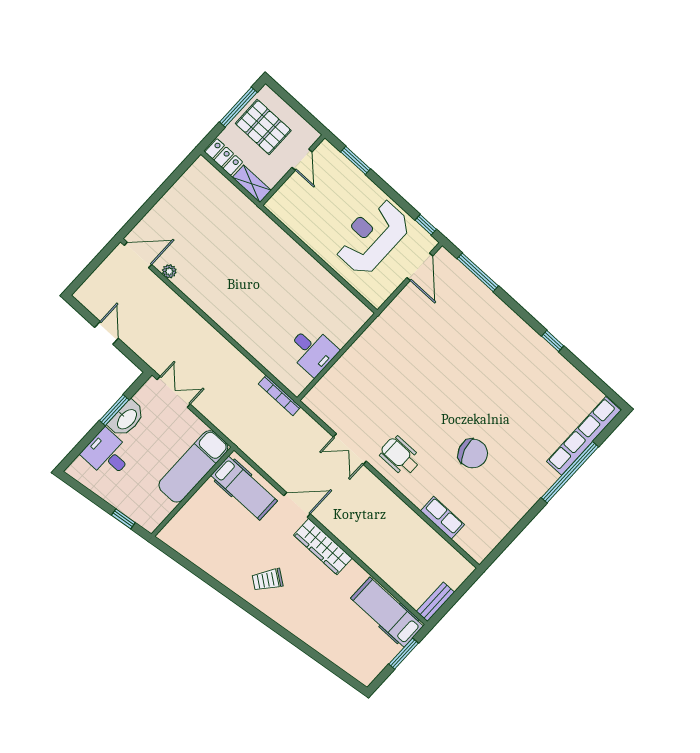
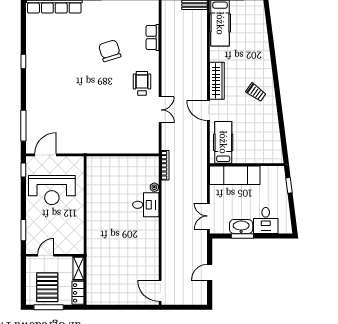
plant: (169, 271) -> (154, 187), moved
desk: (312, 351) -> (146, 205), moved, turned 90
wheelchair: (400, 456) -> (142, 83), turned 180

